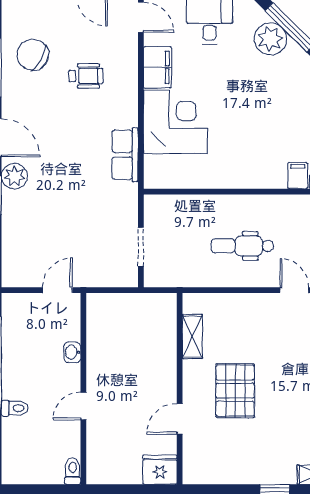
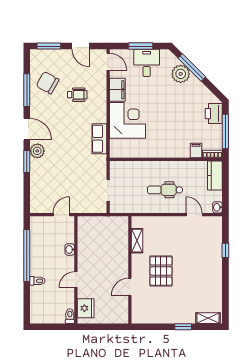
fridge: (160, 470) -> (86, 308), moved, turned 90

